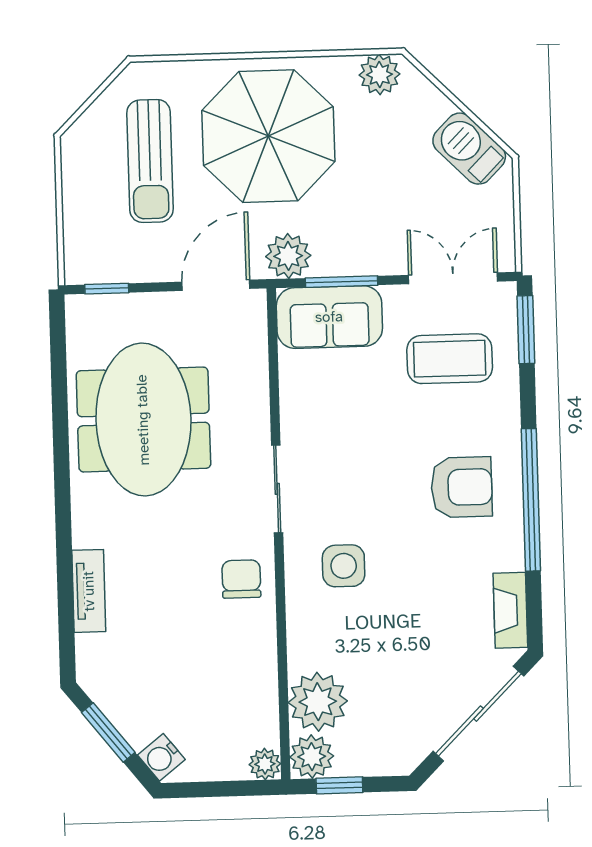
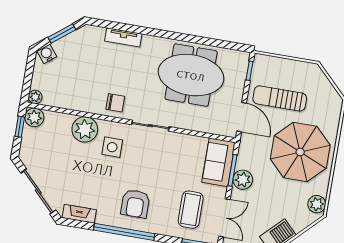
sun lounger: (150, 161) -> (280, 98), moved
plant: (288, 256) -> (243, 180), moved
plant: (318, 702) -> (85, 129), moved

